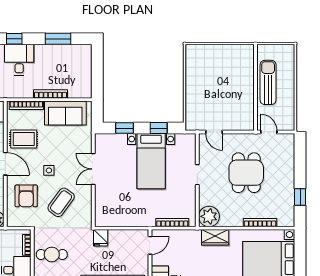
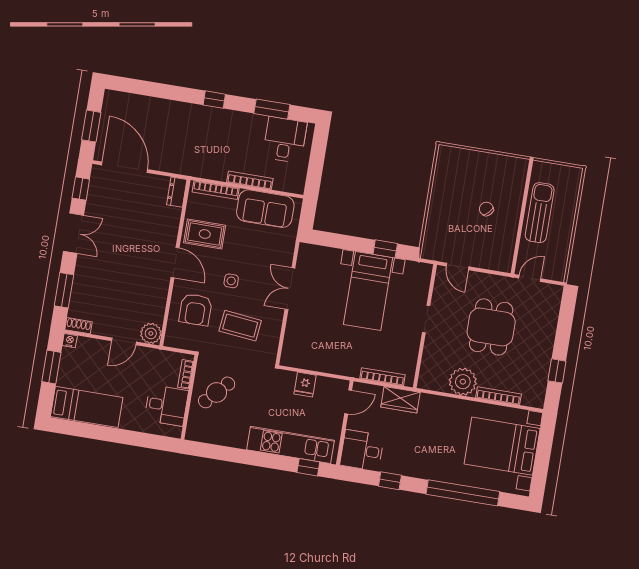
desk: (19, 60) -> (285, 140), moved
chair: (228, 86) -> (486, 209), added
window: (124, 128) -> (340, 241), removed
door: (269, 132) -> (530, 278), hinge flipped
coffee table: (61, 202) -> (240, 326), turned 60
plant: (209, 216) -> (463, 382), moved
wardrobe: (215, 237) -> (400, 400), moved
fridge: (101, 238) -> (305, 385), moved
cafe table: (52, 254) -> (217, 392), turned -47

